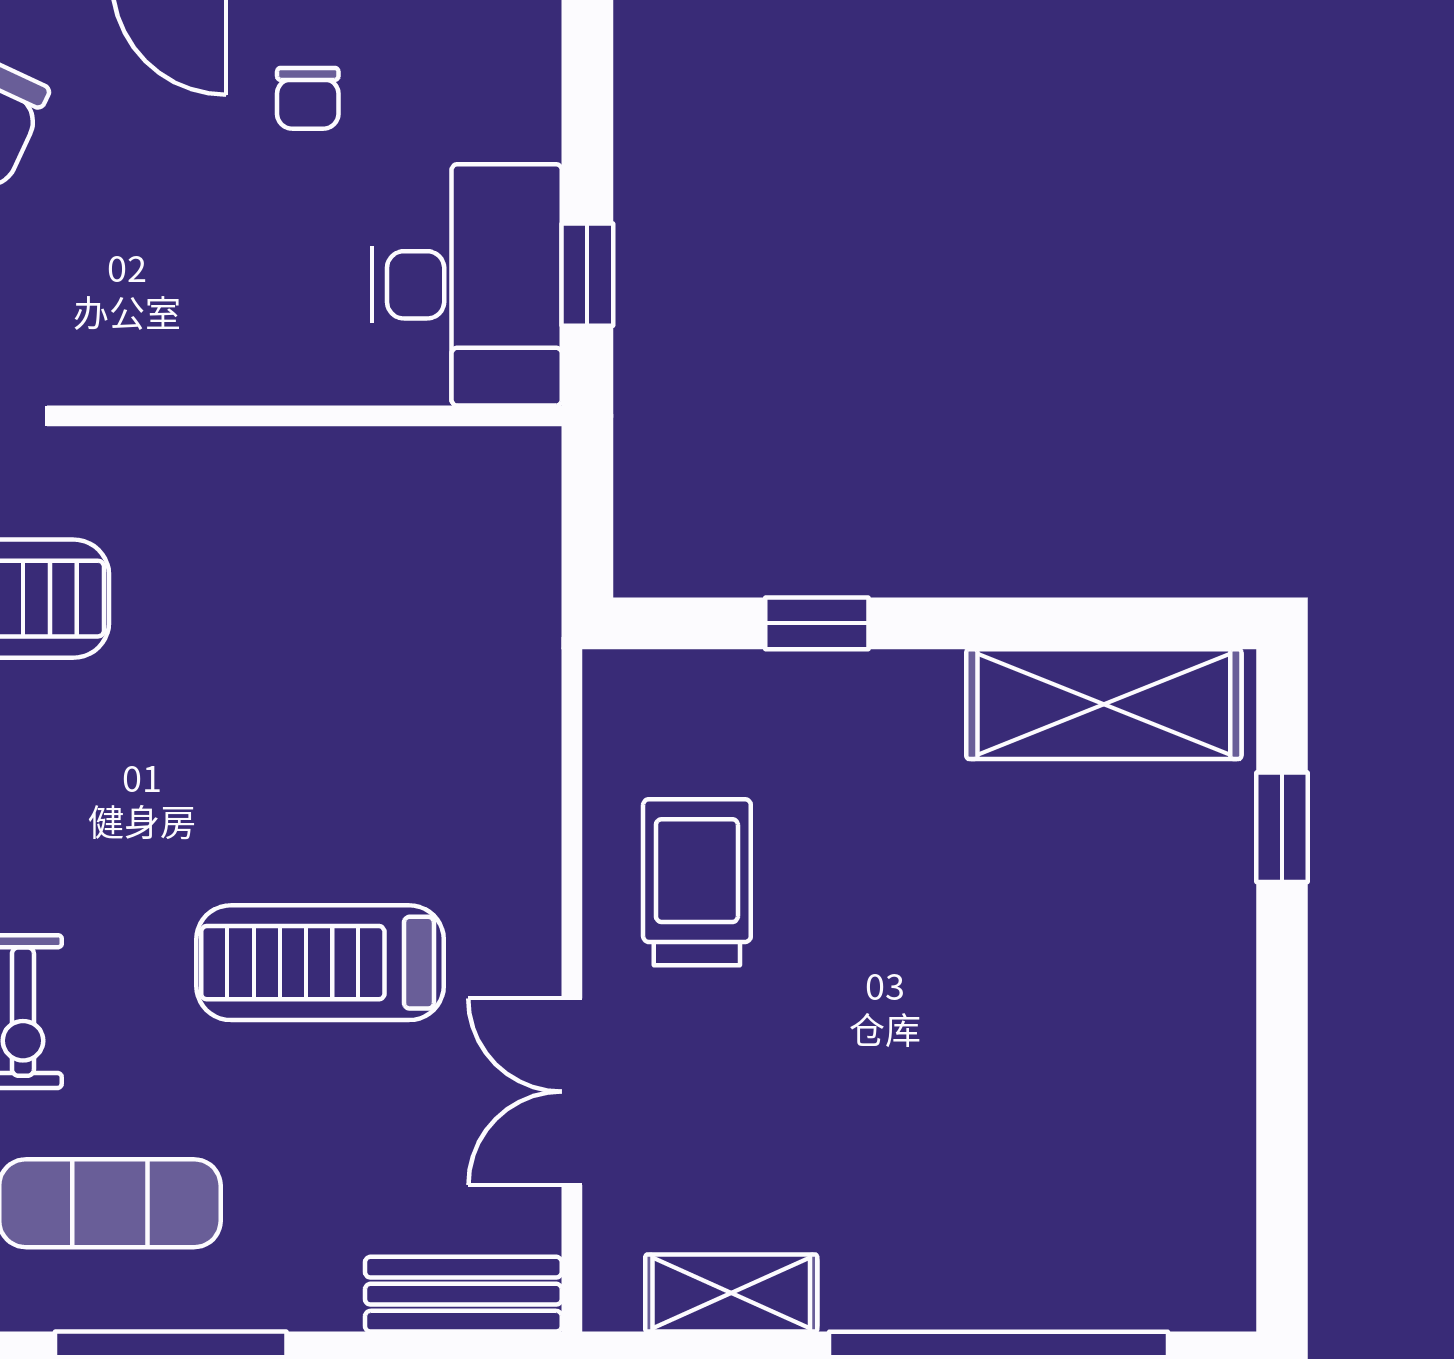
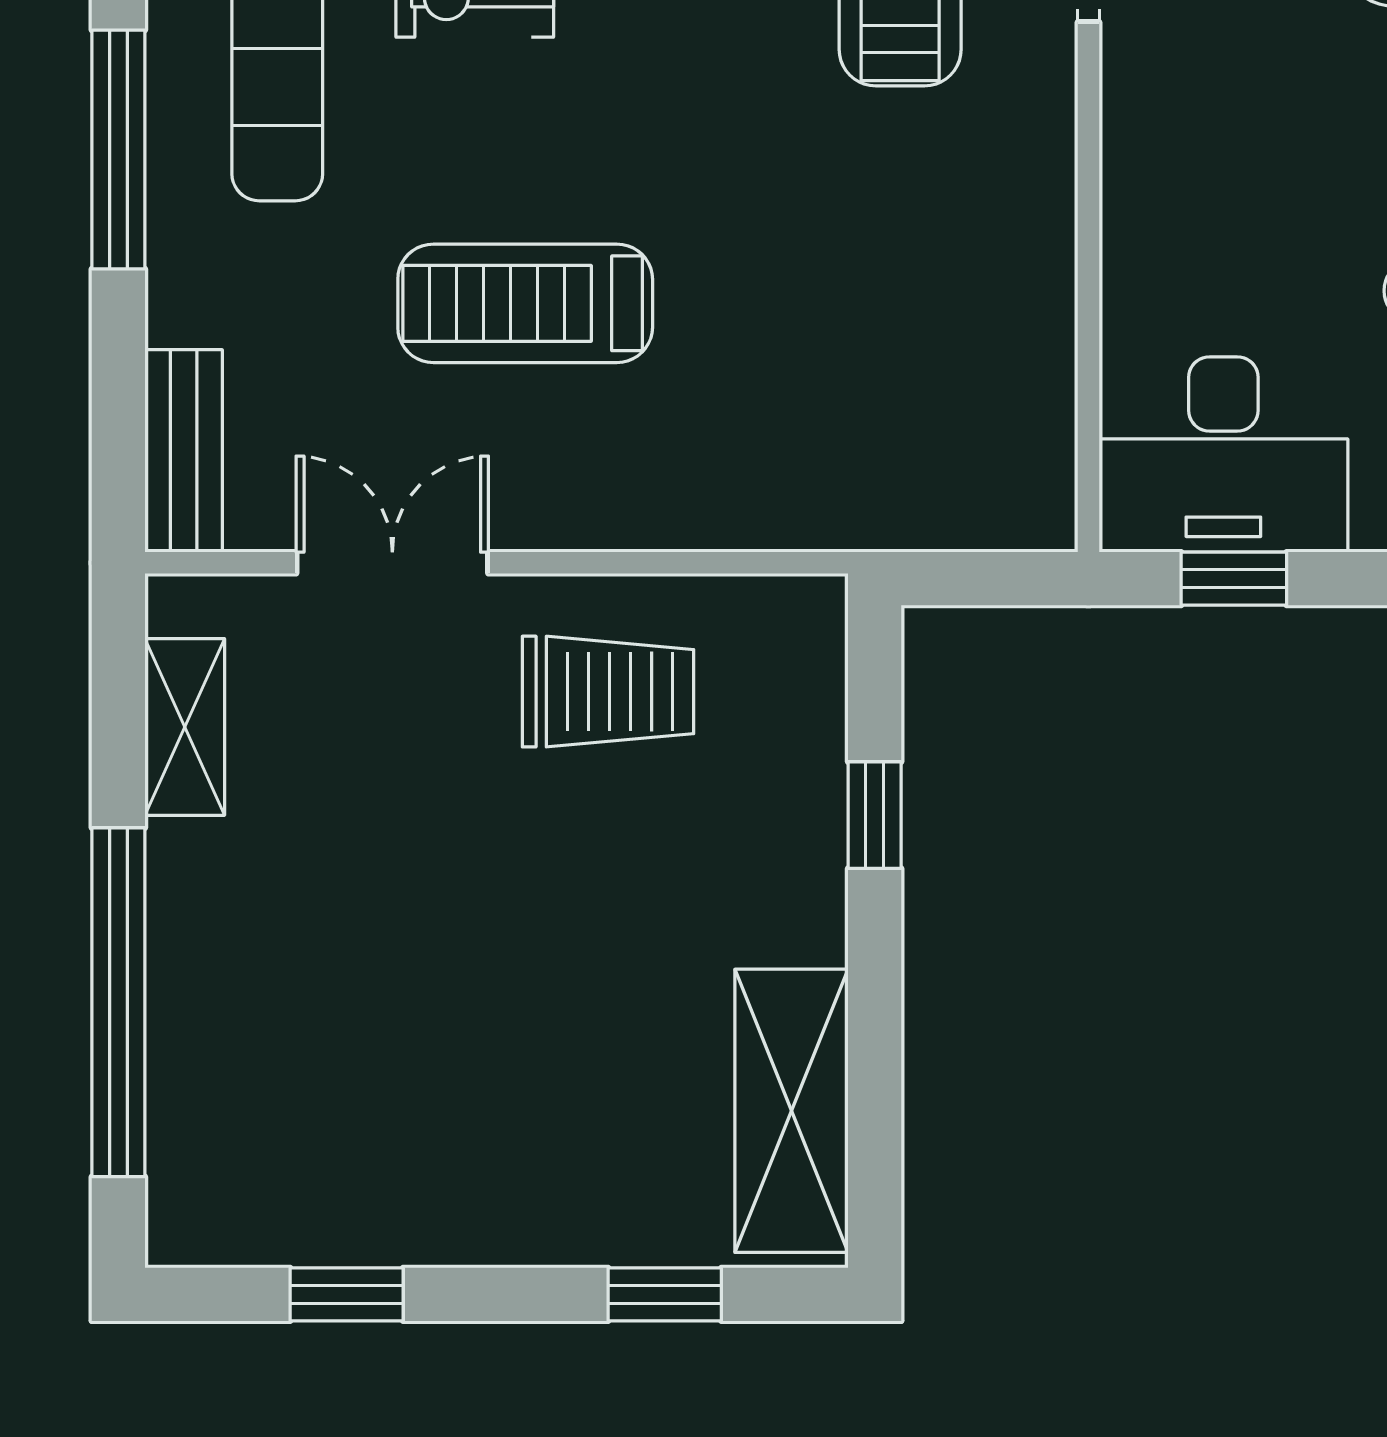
treadmill: (320, 963) -> (525, 303), turned -90
window: (1282, 1136) -> (347, 1294), added

